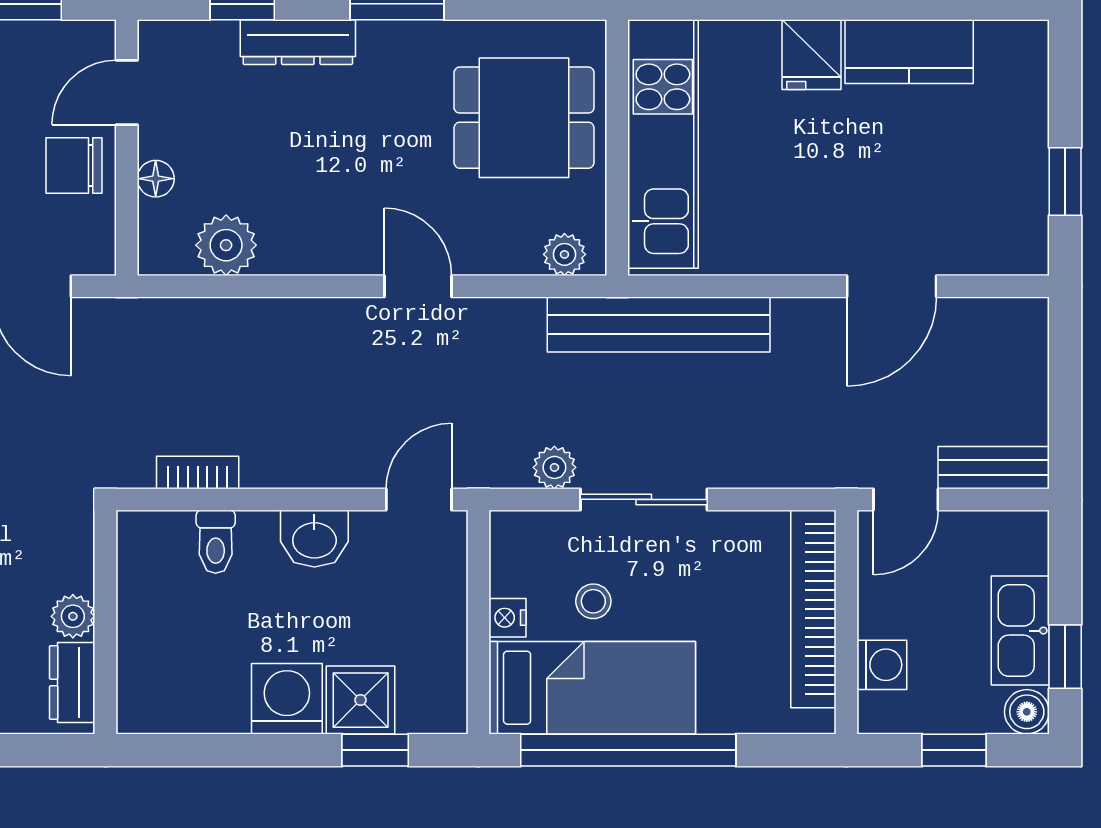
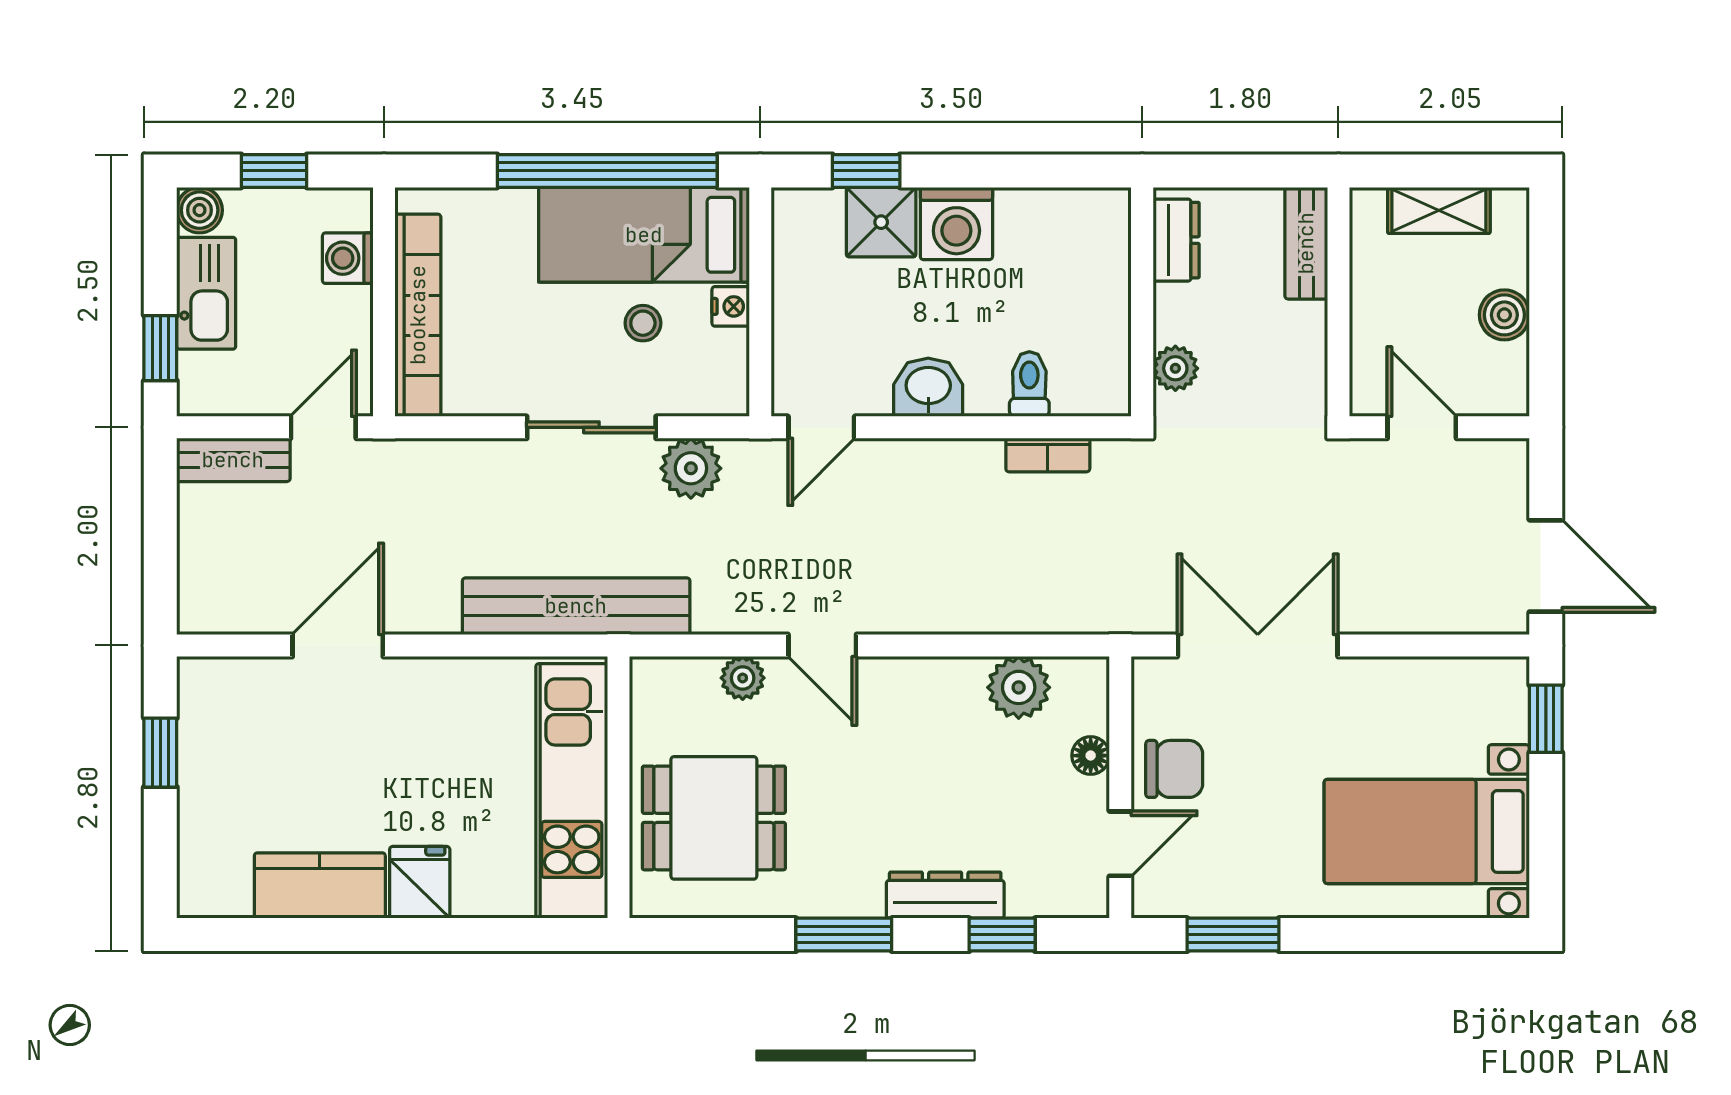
plant: (564, 254) -> (743, 678), moved
plant: (554, 467) -> (691, 468), width x1.38, depth x1.38
plant: (73, 616) -> (1175, 368), moved
window: (1065, 657) -> (160, 348), moved

